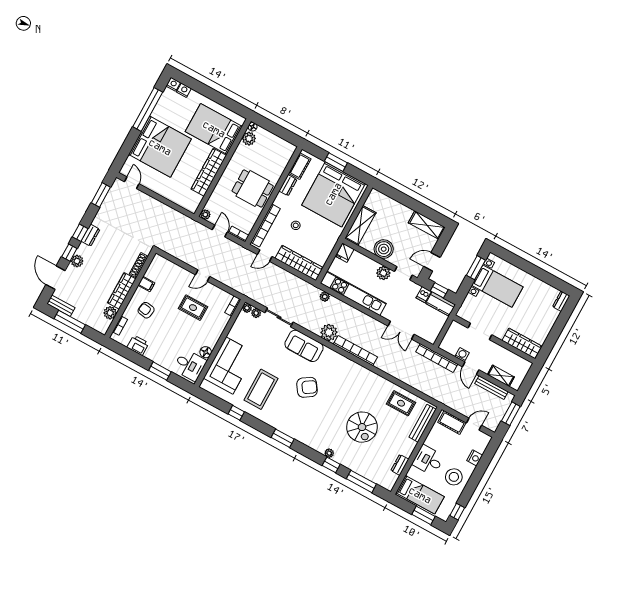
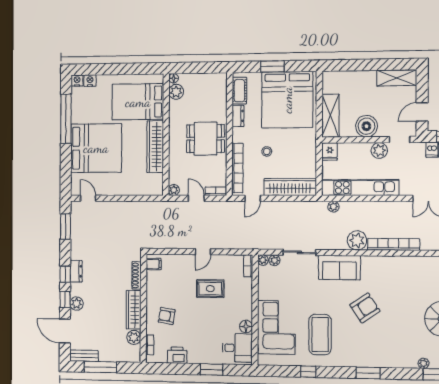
filing cabinet: (146, 284) -> (154, 264), moved

